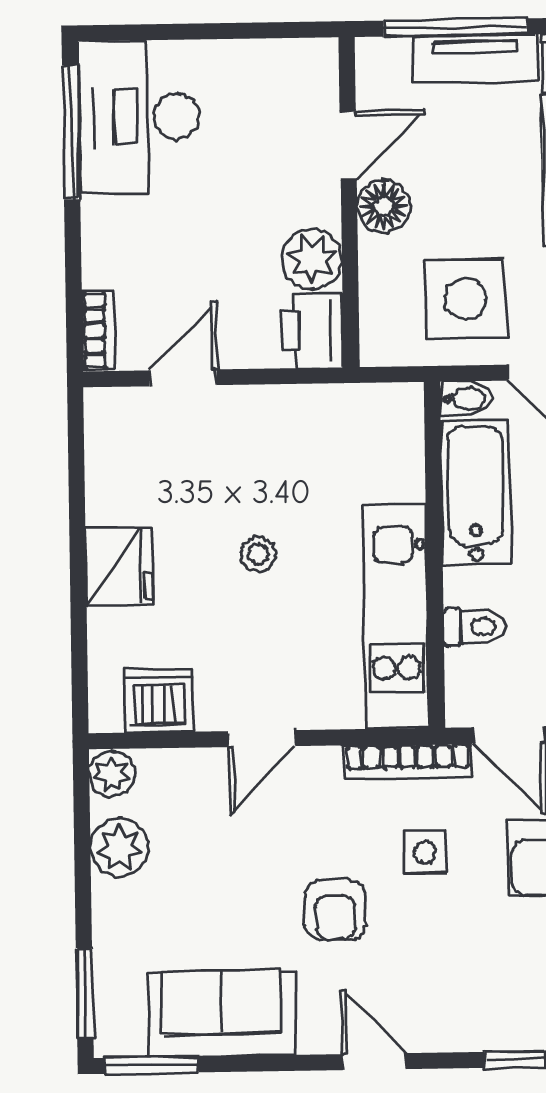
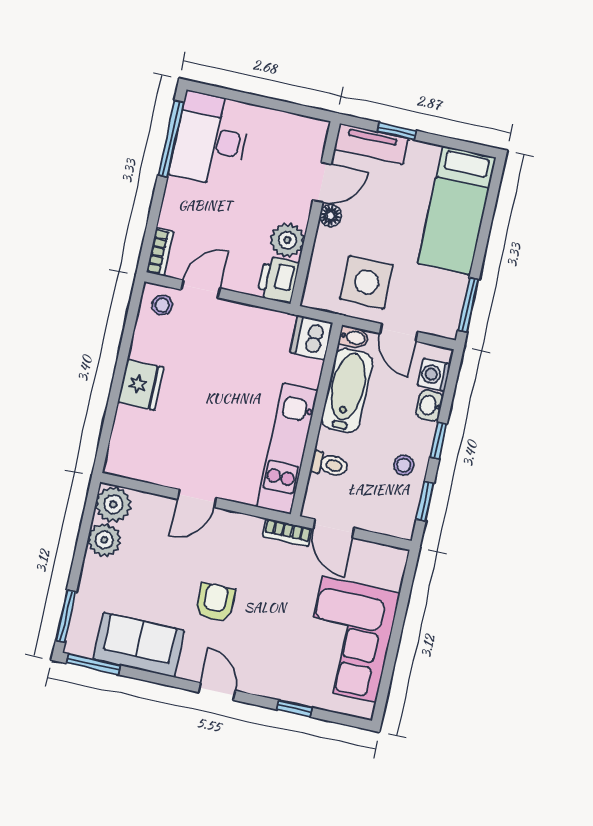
window: (455, 27) -> (397, 131), width x0.46
tv unit: (475, 59) -> (371, 144), moved
floor lamp: (384, 206) -> (331, 216), width x0.73, depth x0.73
stool: (258, 554) -> (162, 305), moved
dishwasher: (159, 701) -> (311, 338), moved, turned -90
bookcase: (408, 761) -> (287, 533), width x0.64
plant: (112, 774) -> (113, 504), width x1.38, depth x1.38
side table: (425, 852) -> (272, 582), removed
armchair: (335, 910) -> (215, 603), turned 180

